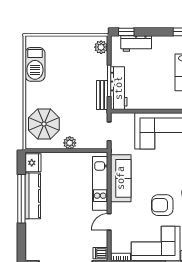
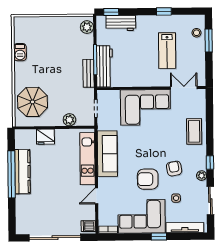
barbecue: (35, 64) -> (20, 52), width x0.53, depth x0.65
plant: (70, 143) -> (69, 120), moved
fridge: (33, 163) -> (45, 137), moved, turned 90

